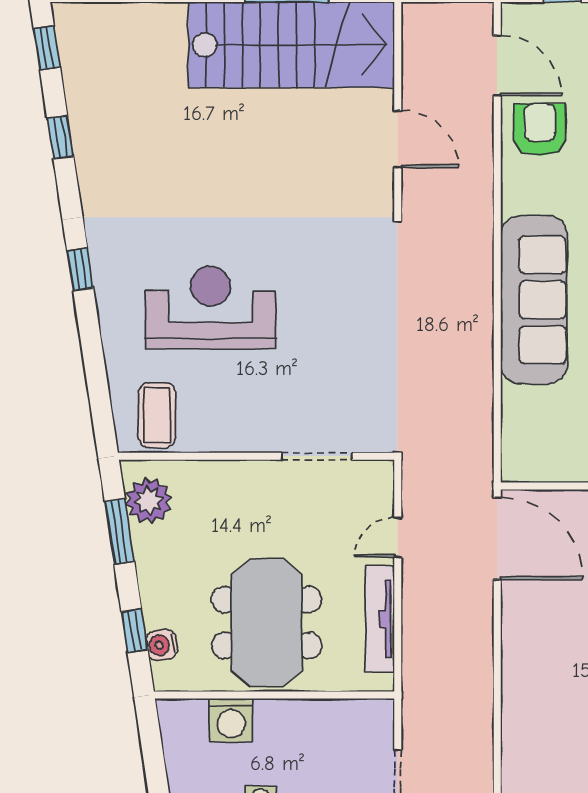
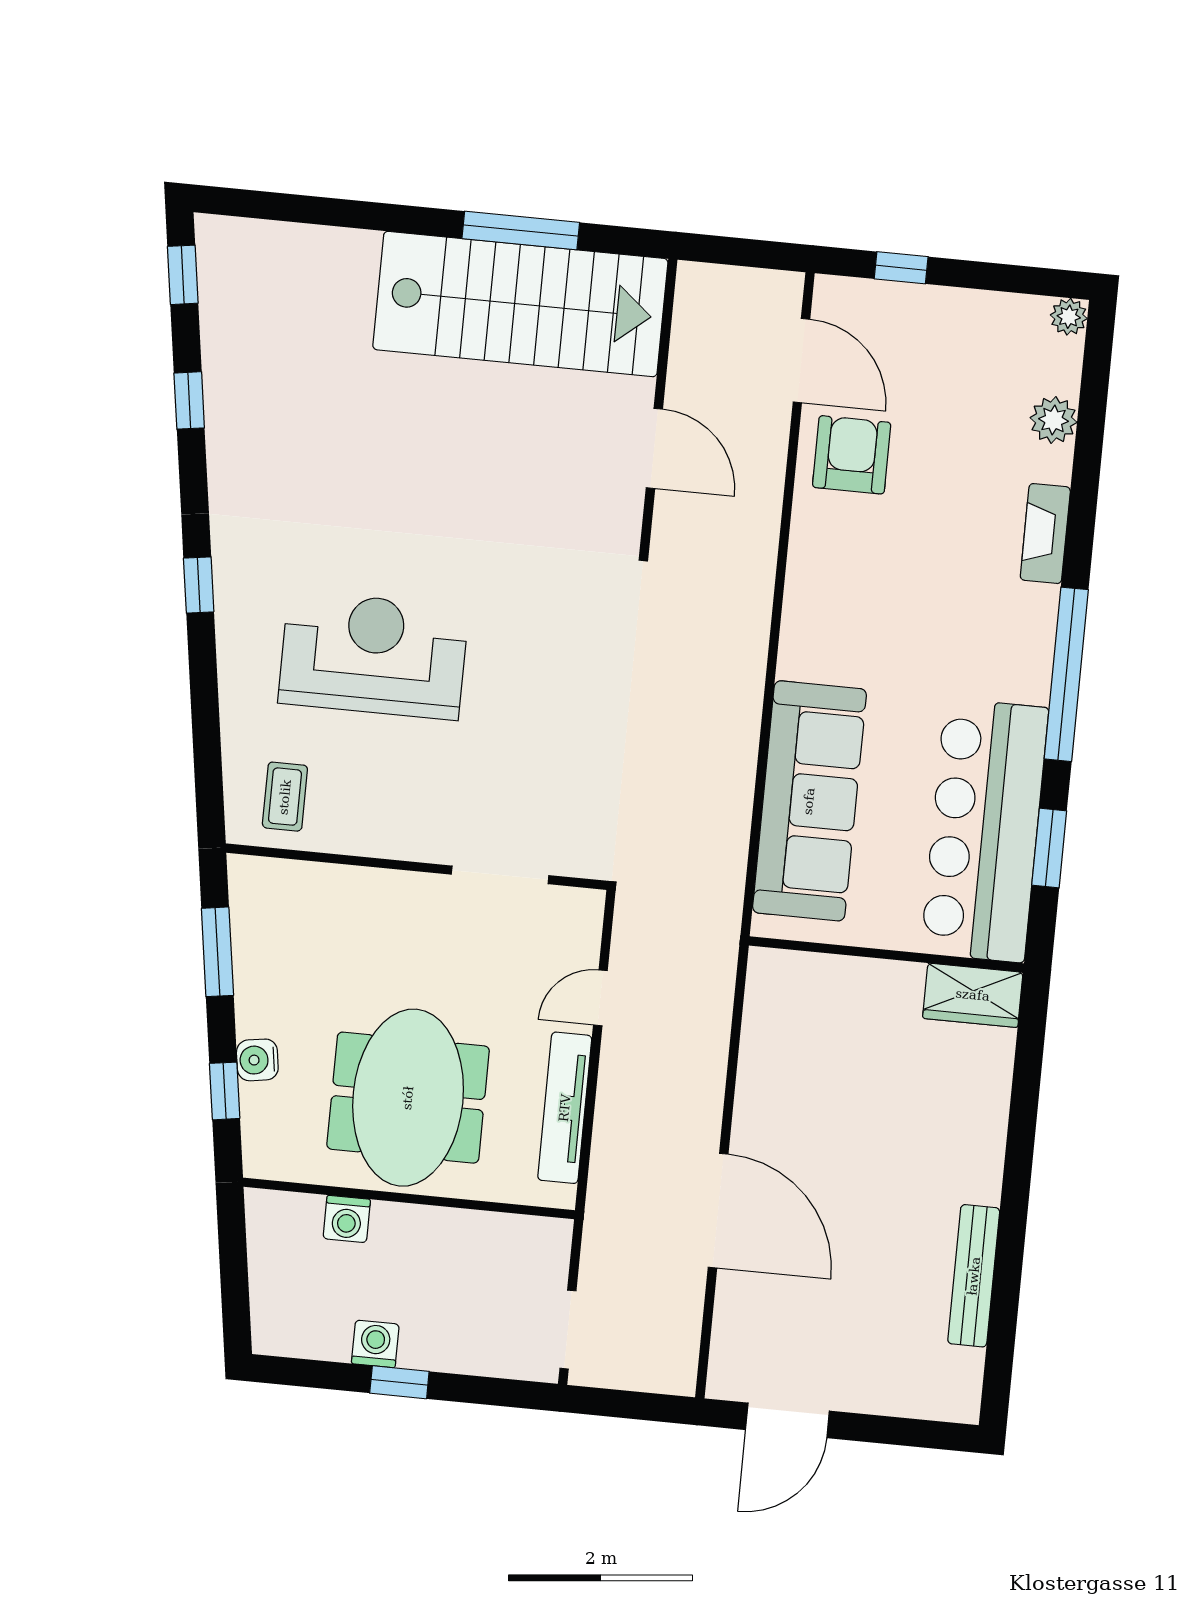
sofa: (534, 300) -> (809, 801), moved
coffee table: (157, 415) -> (285, 797), width x0.73, depth x0.77
plant: (149, 501) -> (262, 913), removed
door: (497, 539) -> (718, 1211), moved
water cooler: (162, 645) -> (257, 1060), moved
washing machine: (231, 720) -> (347, 1219), width x0.73, depth x0.73

